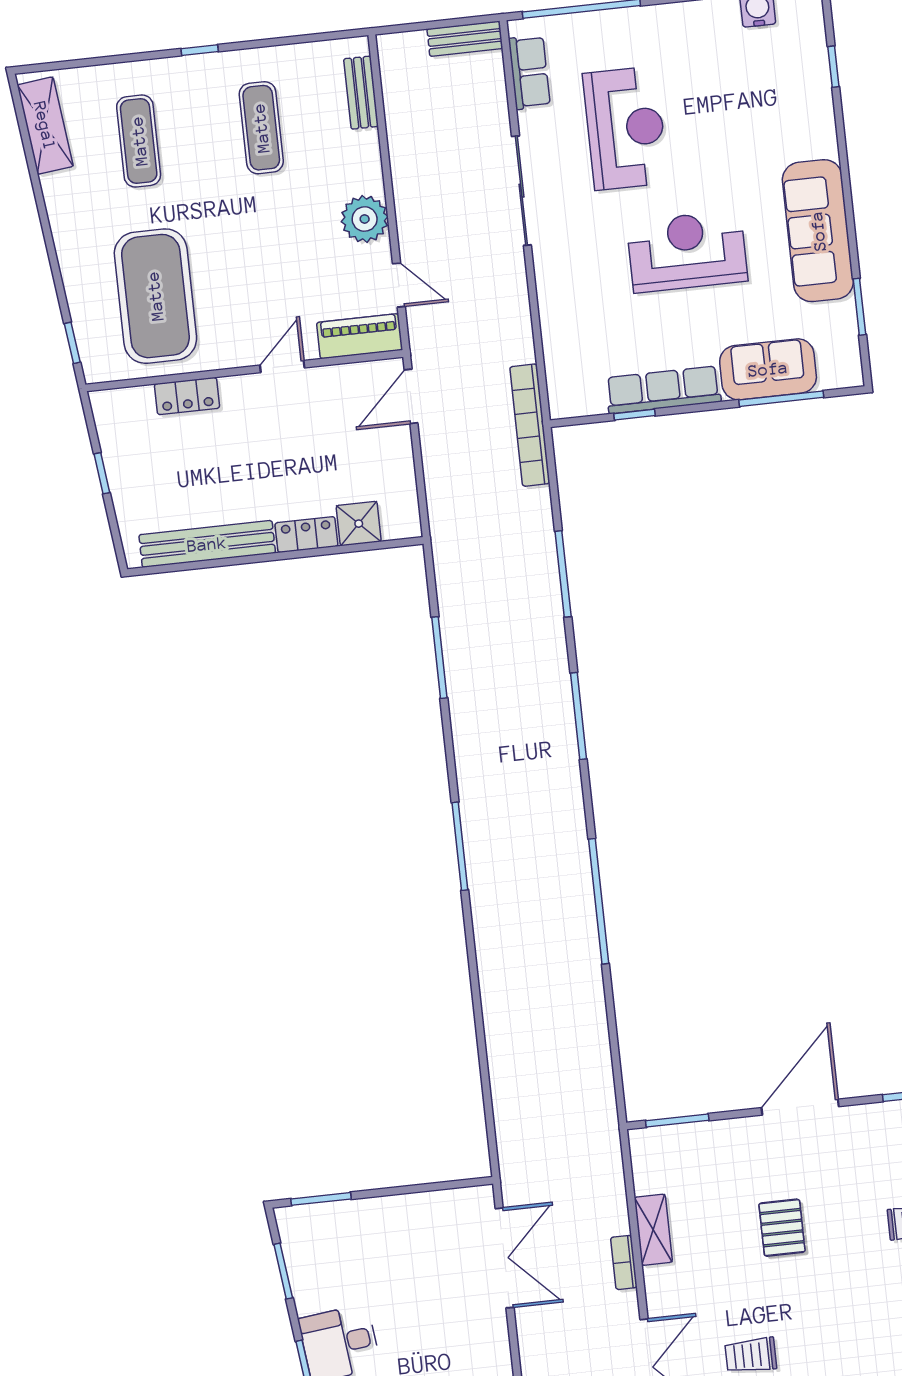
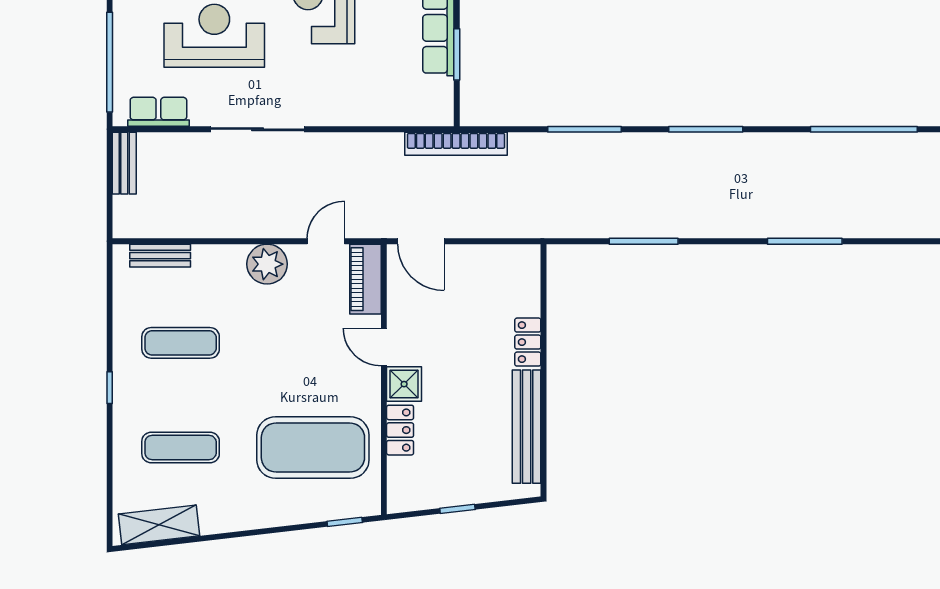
window: (635, 415) -> (457, 54), width x1.50
shower: (359, 524) -> (404, 384), moved

